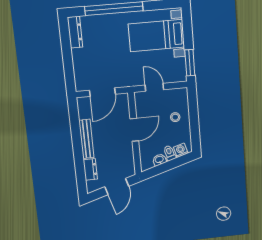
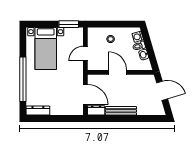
dresser: (90, 169) -> (96, 110), moved

